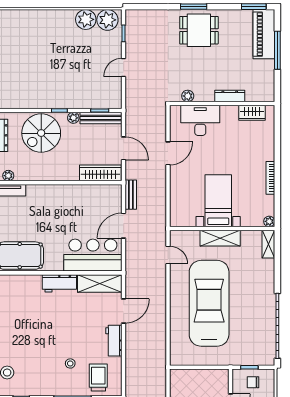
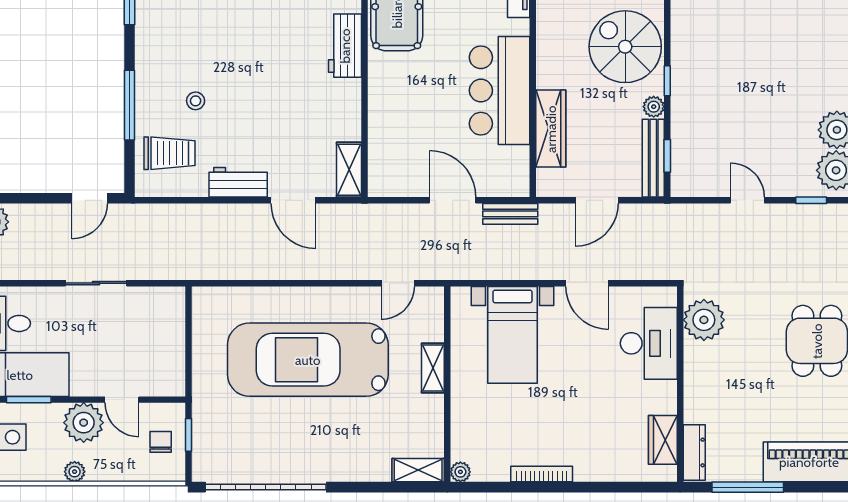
window: (277, 50) -> (748, 487), moved
plant: (188, 96) -> (704, 320), width x1.87, depth x1.87
dresser: (230, 96) -> (694, 452), moved
wardrobe: (100, 173) -> (551, 129), moved
bed with nightstands: (218, 201) -> (512, 335), moved, turned 90
shelving: (220, 238) -> (433, 368), width x0.67, depth x0.75
bar counter: (93, 255) -> (500, 90), moved, turned 180
workbench: (59, 283) -> (345, 46), moved
shelving: (100, 283) -> (349, 170), width x0.67, depth x0.75
car: (209, 303) -> (308, 360), turned 180

